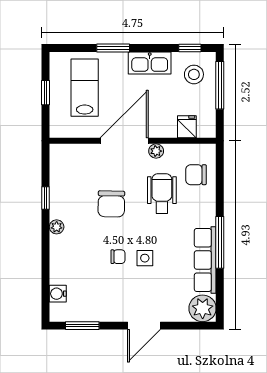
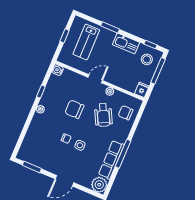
lab bench: (85, 88) -> (86, 42), turned 180
fridge: (187, 127) -> (142, 90), moved
door: (124, 141) -> (95, 79), width x0.53
wheelchair: (162, 193) -> (103, 115), turned 153
chair: (111, 204) -> (74, 109), turned 89
water cooler: (58, 294) -> (58, 70), moved

